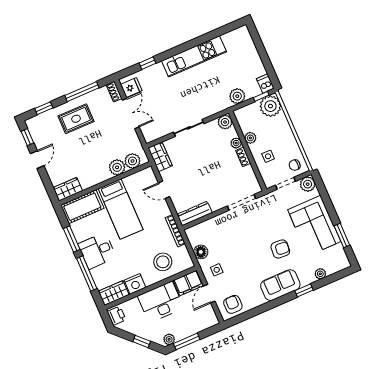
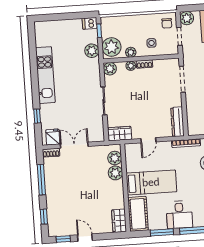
plant: (270, 106) -> (111, 47), moved
rug: (76, 119) -> (62, 193), removed

